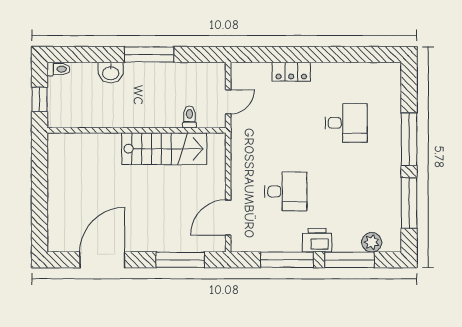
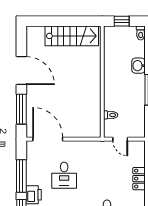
stairs: (164, 149) -> (72, 36), moved, turned -90
door: (228, 218) -> (48, 139), width x1.36
door: (102, 260) -> (21, 71), moved

